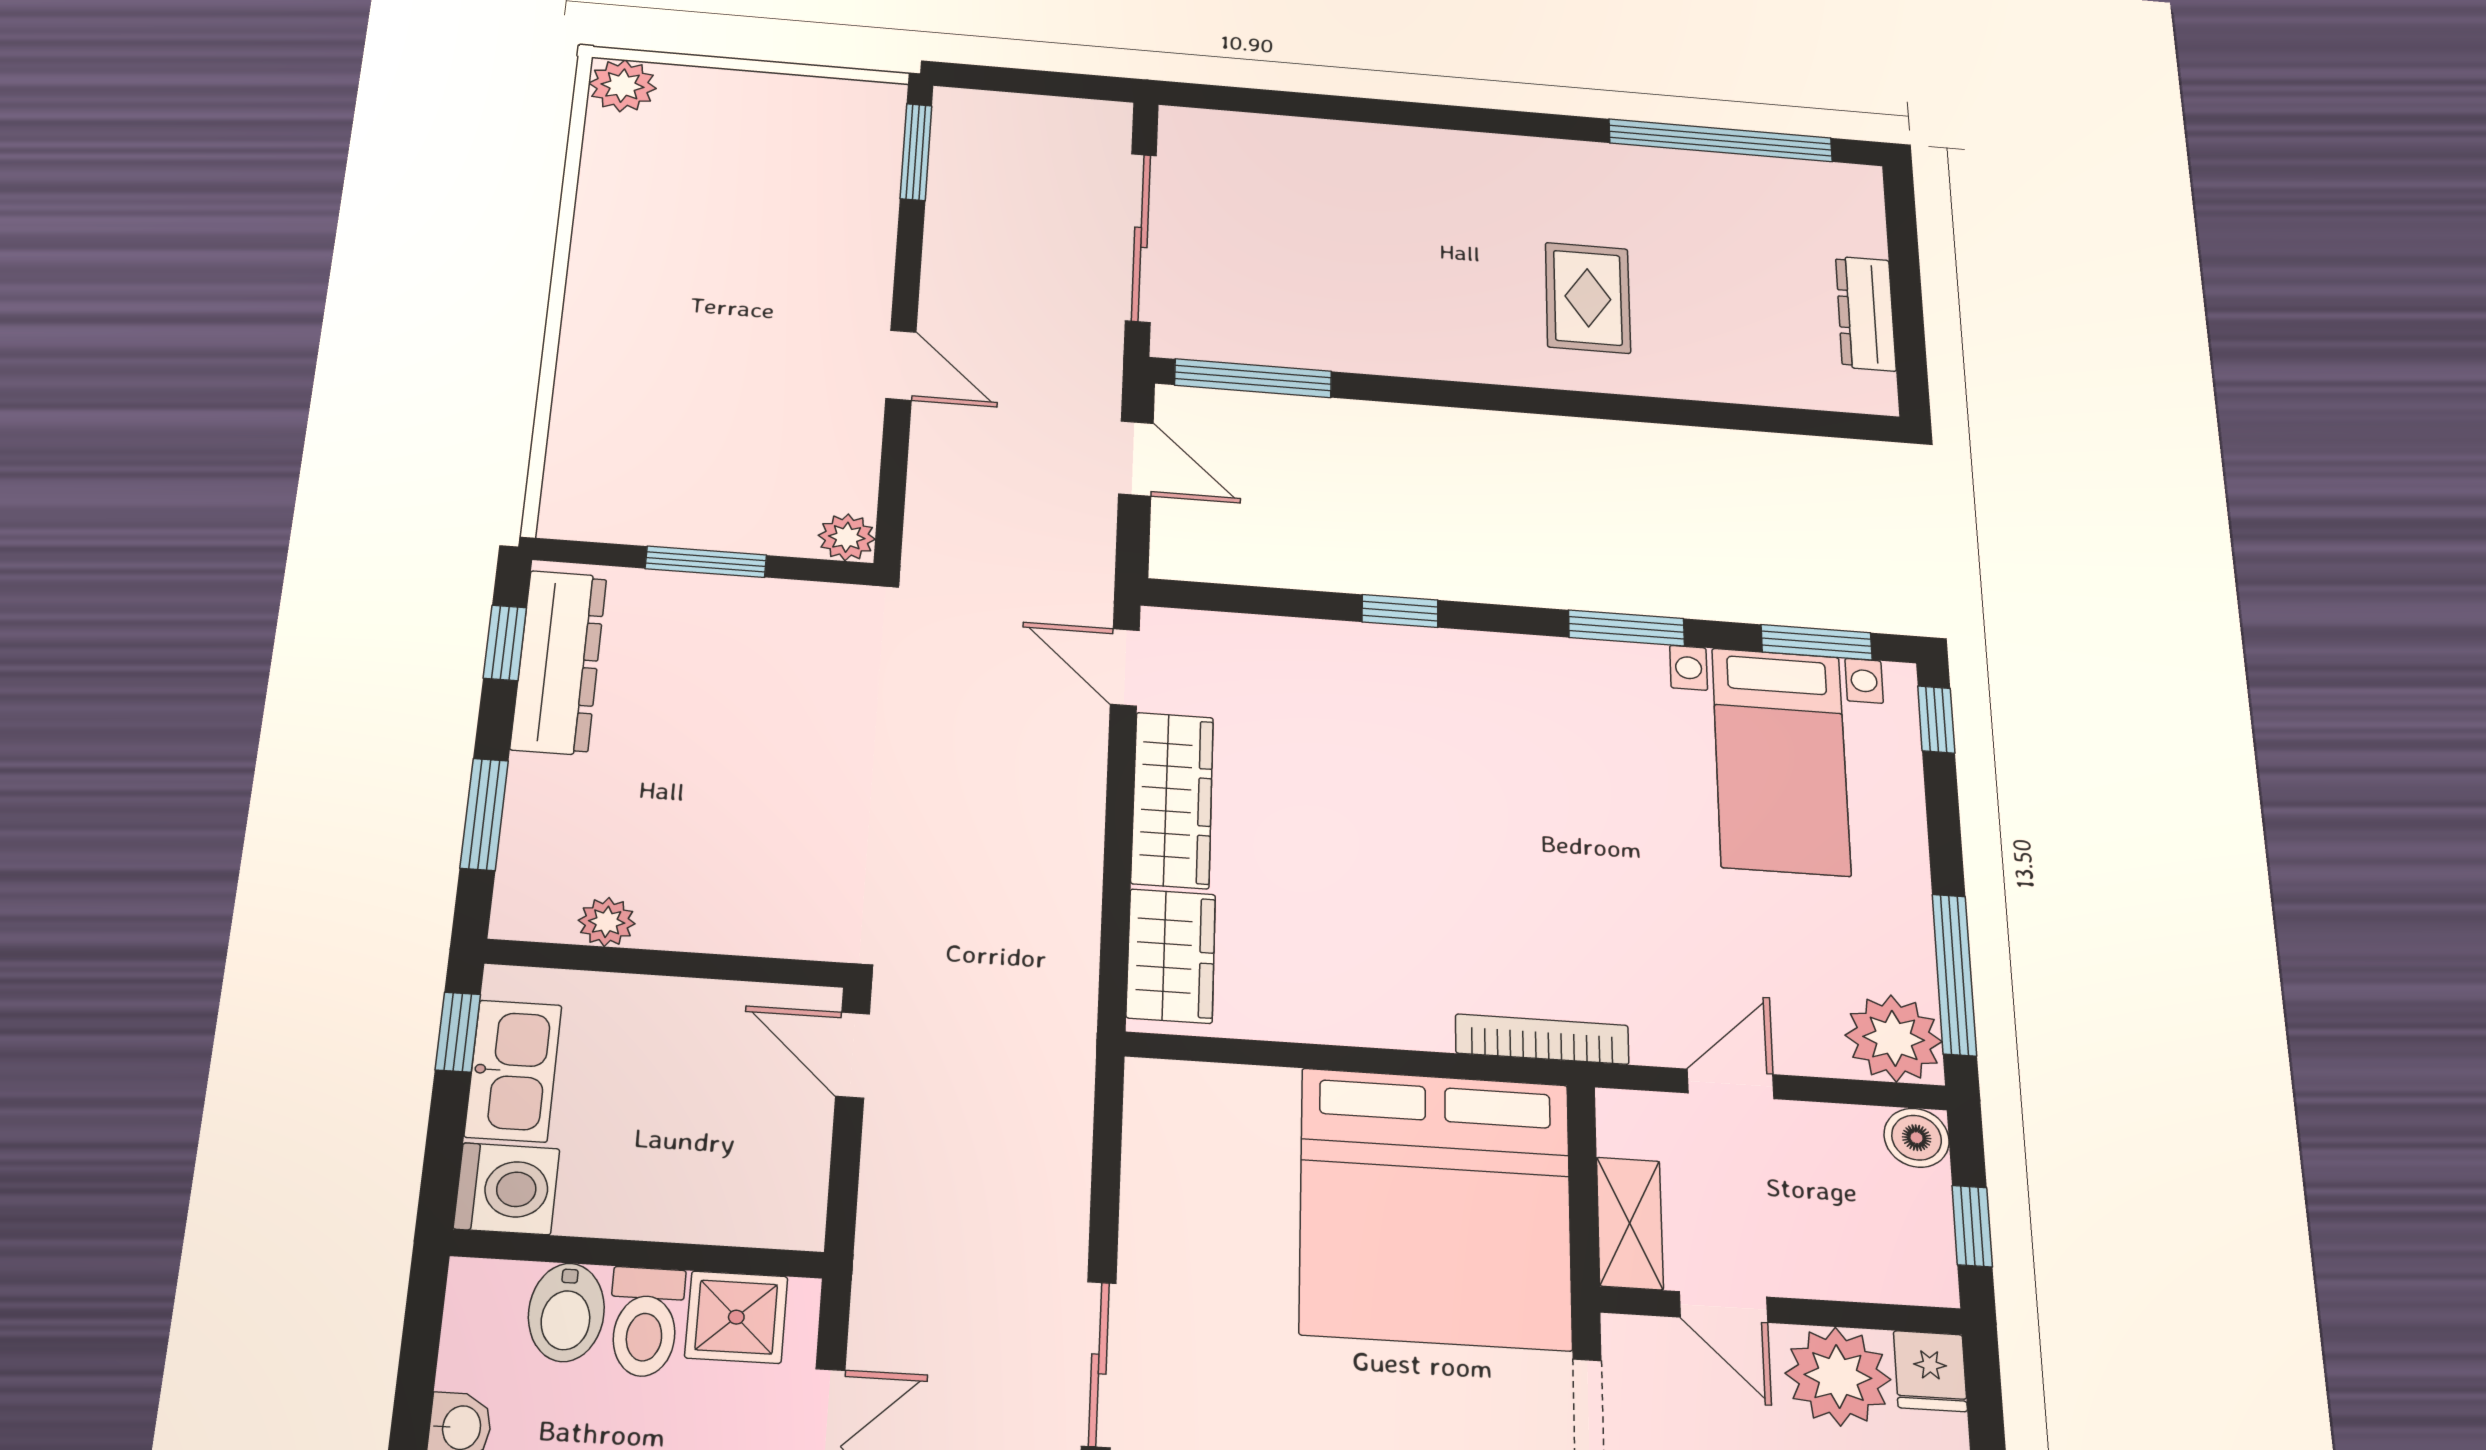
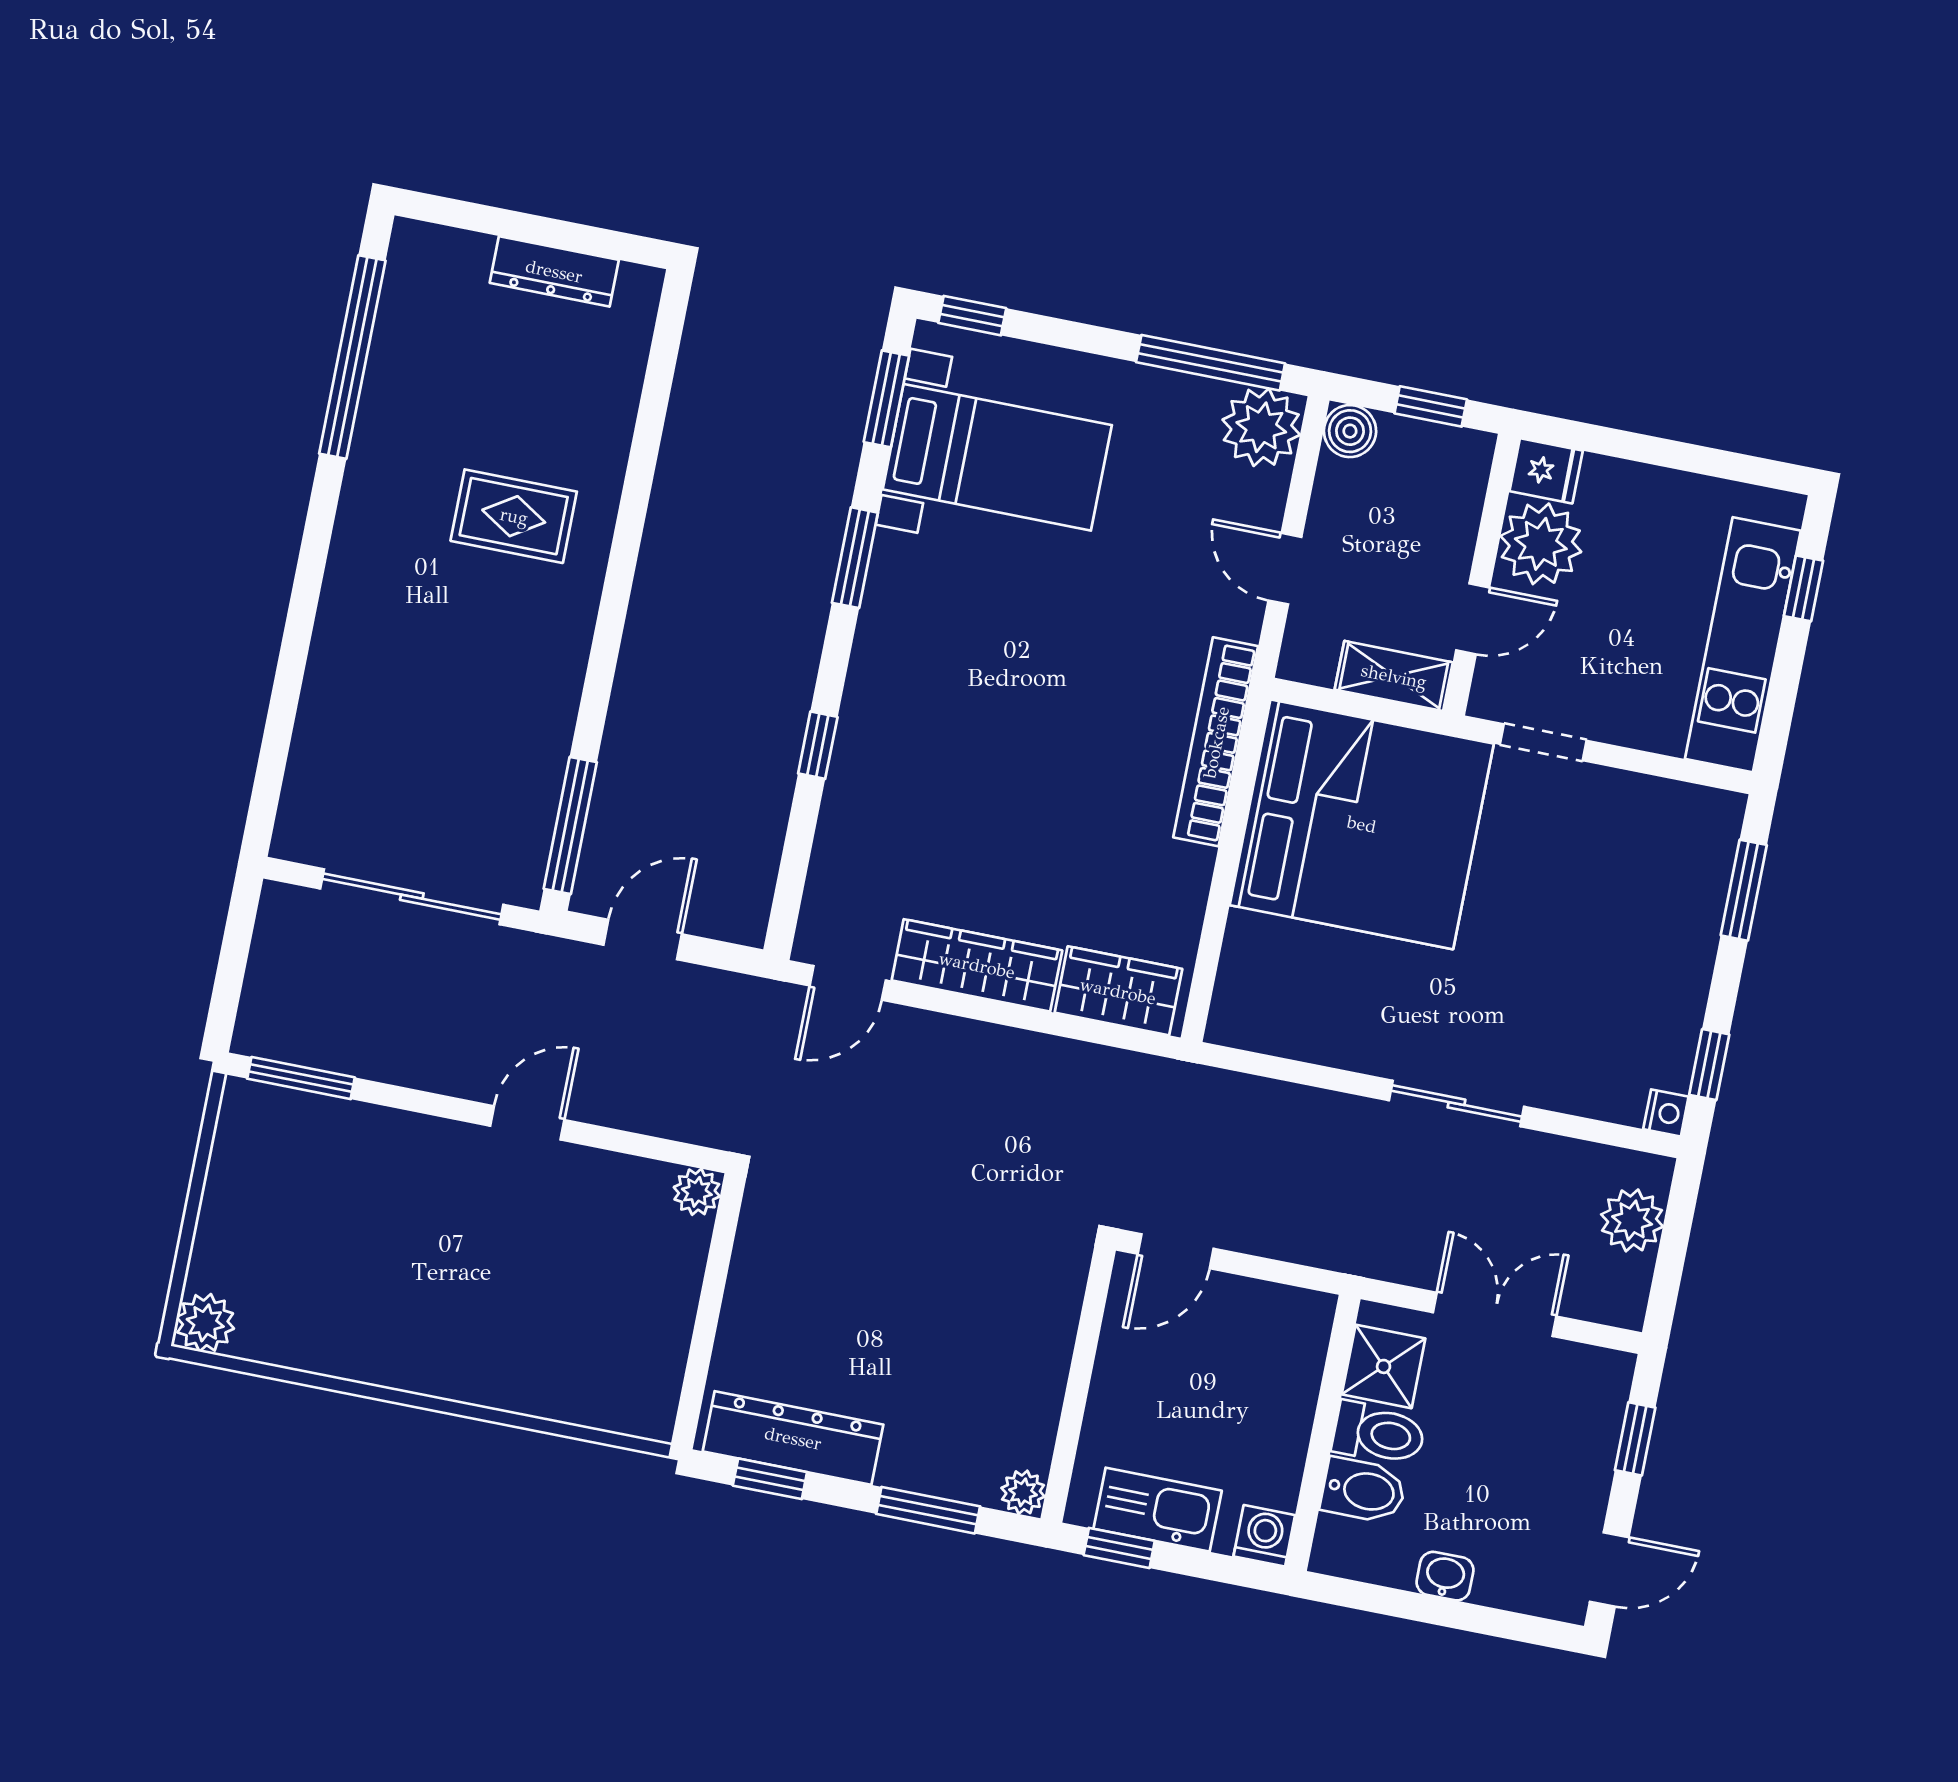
window: (706, 562) -> (709, 1310), removed
plant: (607, 922) -> (1023, 1492), moved
bookcase: (1542, 1039) -> (1216, 742), width x1.48, depth x1.31
washing machine: (507, 1189) -> (1264, 1536), width x0.73, depth x0.73

